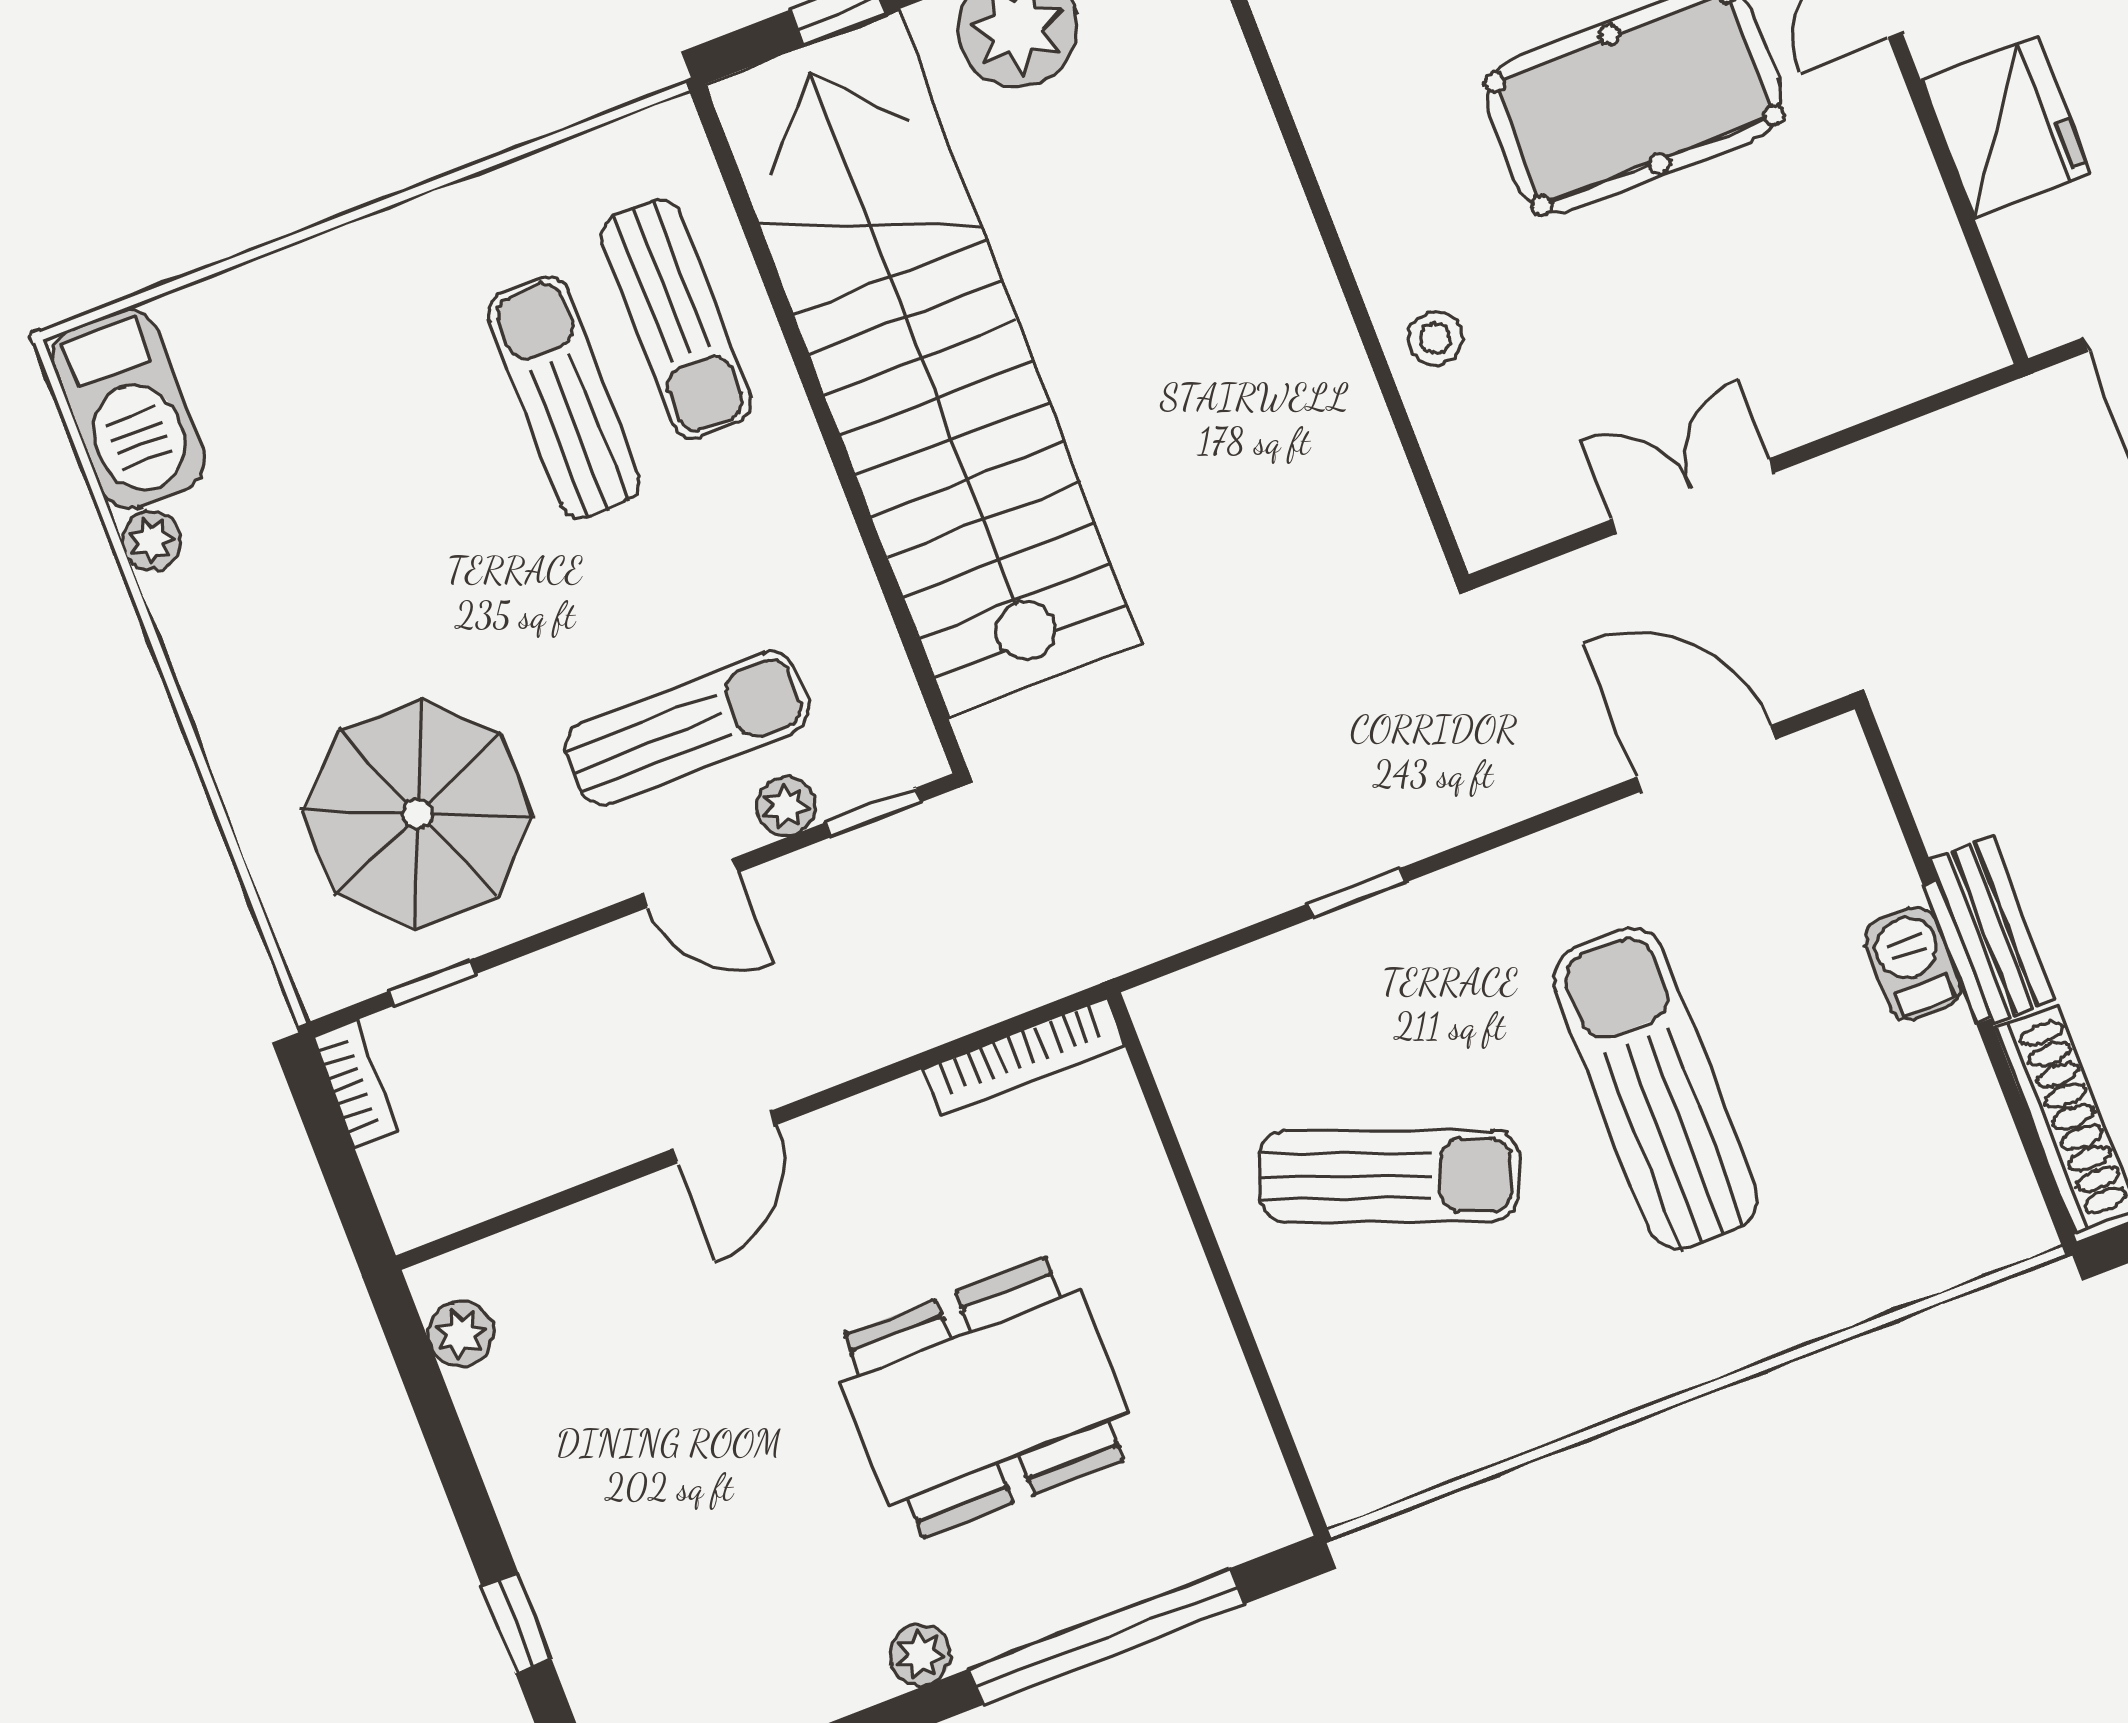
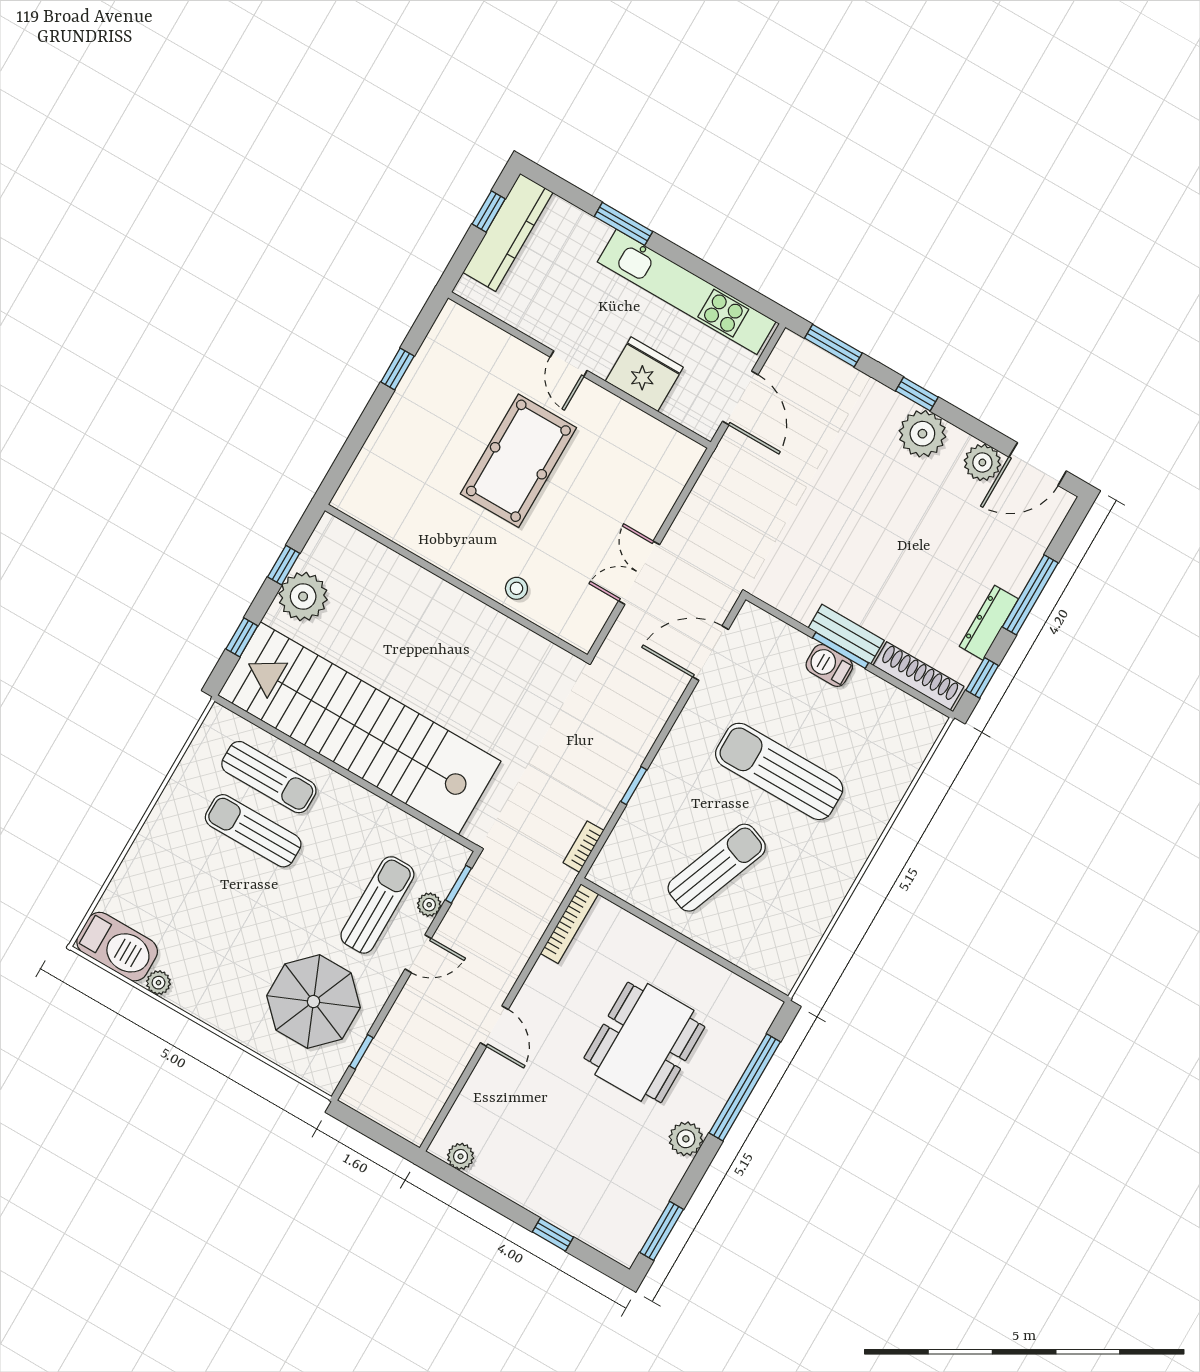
bookcase: (355, 1084) -> (583, 847), moved, turned -90
plant: (920, 1655) -> (686, 1139), width x1.38, depth x1.38

